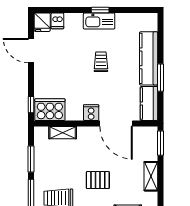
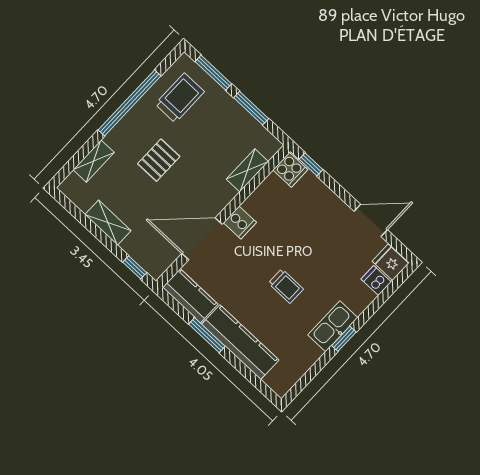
cooker: (50, 110) -> (290, 170), width x0.53, depth x0.76
window: (160, 143) -> (135, 267), width x0.67

